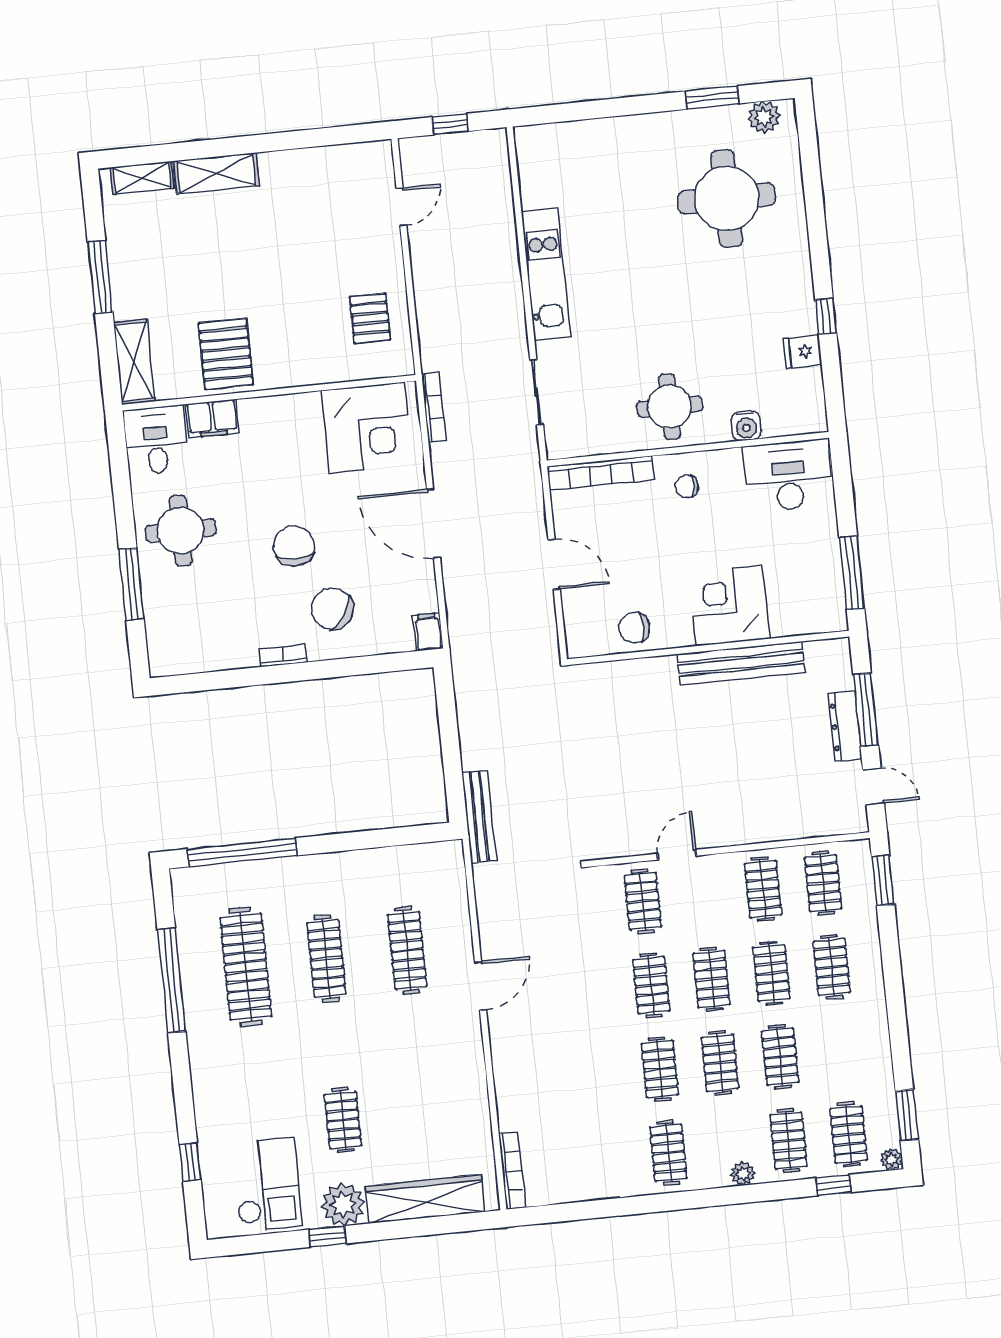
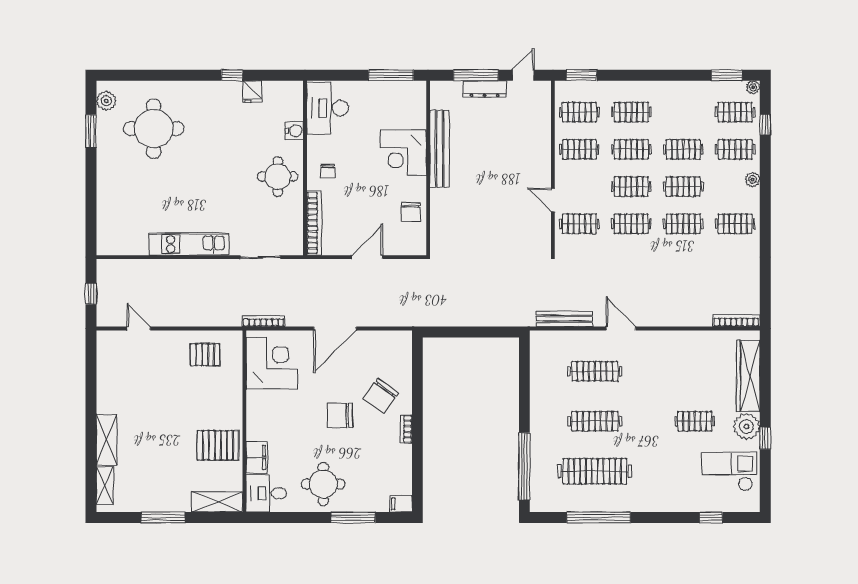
filing cabinet: (428, 632) -> (401, 504), moved
bench: (479, 817) -> (564, 319), moved

